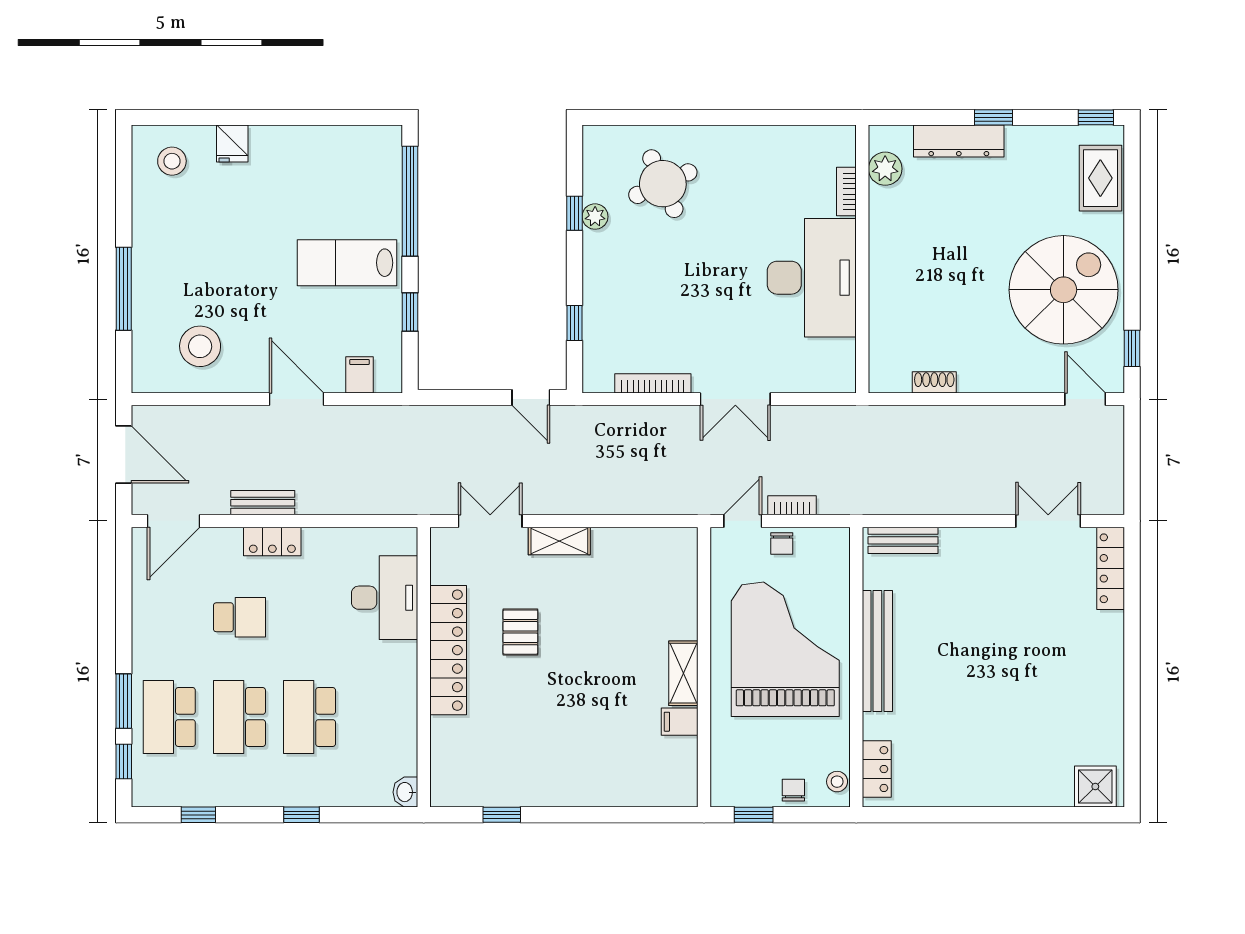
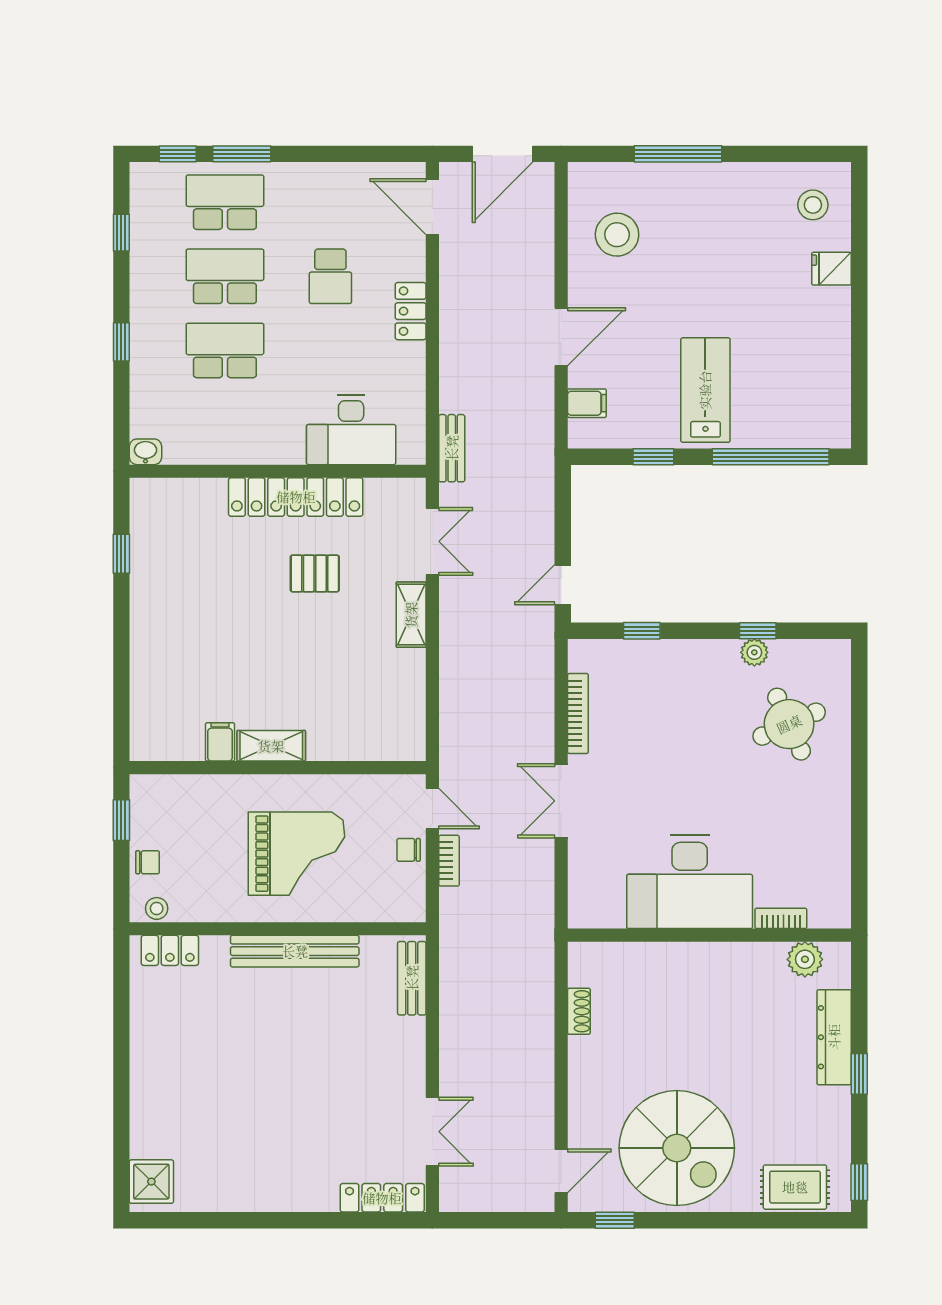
bench: (263, 503) -> (452, 448), moved
grand piano: (785, 649) -> (297, 854), width x0.73, depth x0.68

